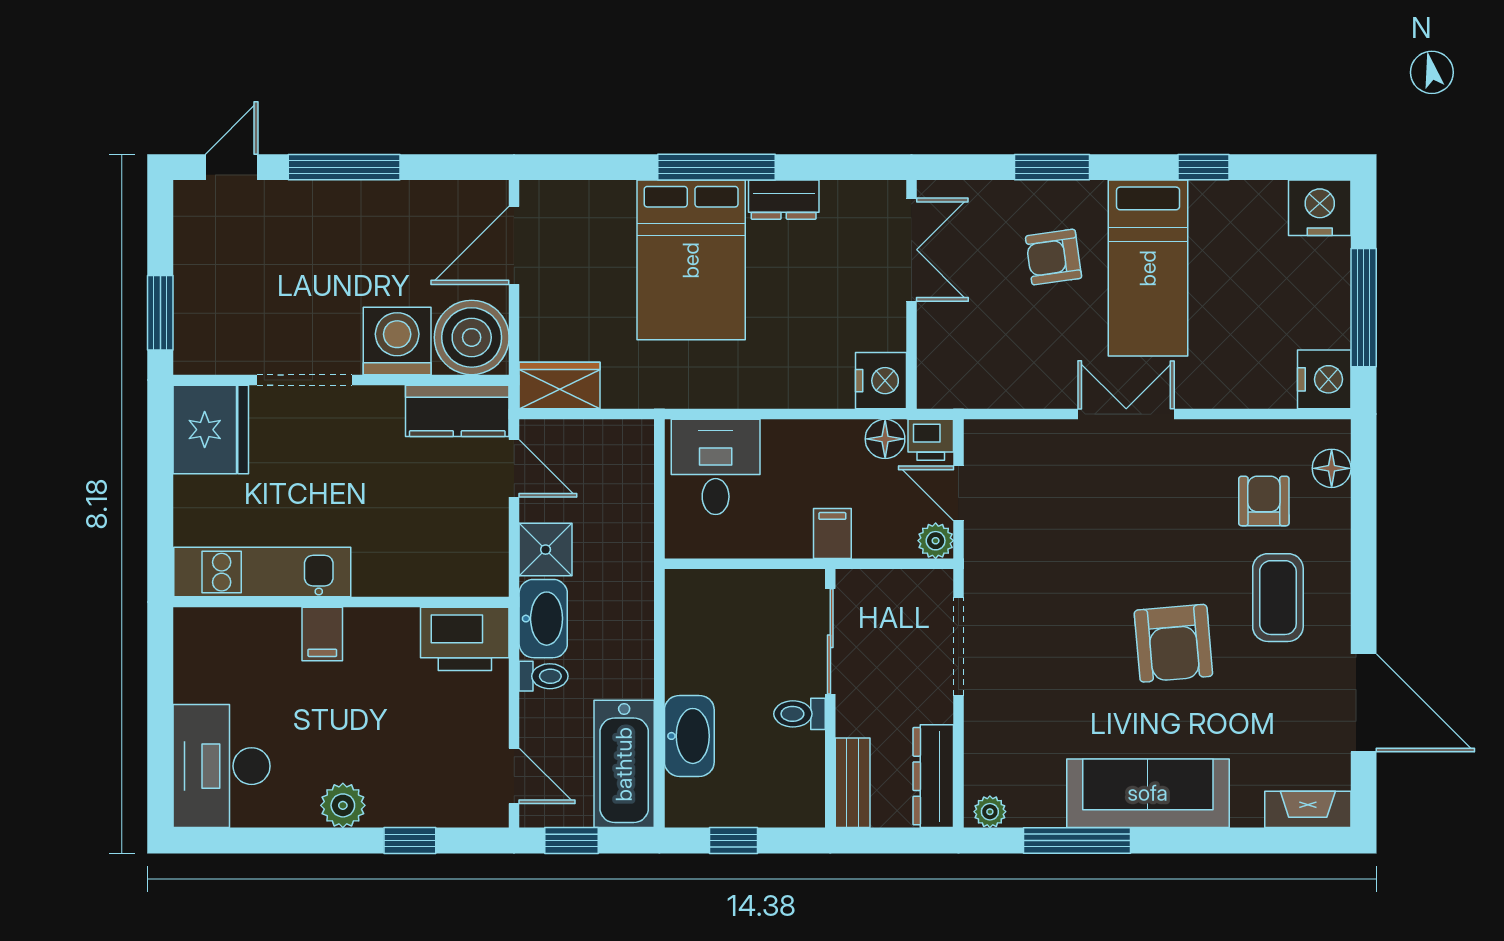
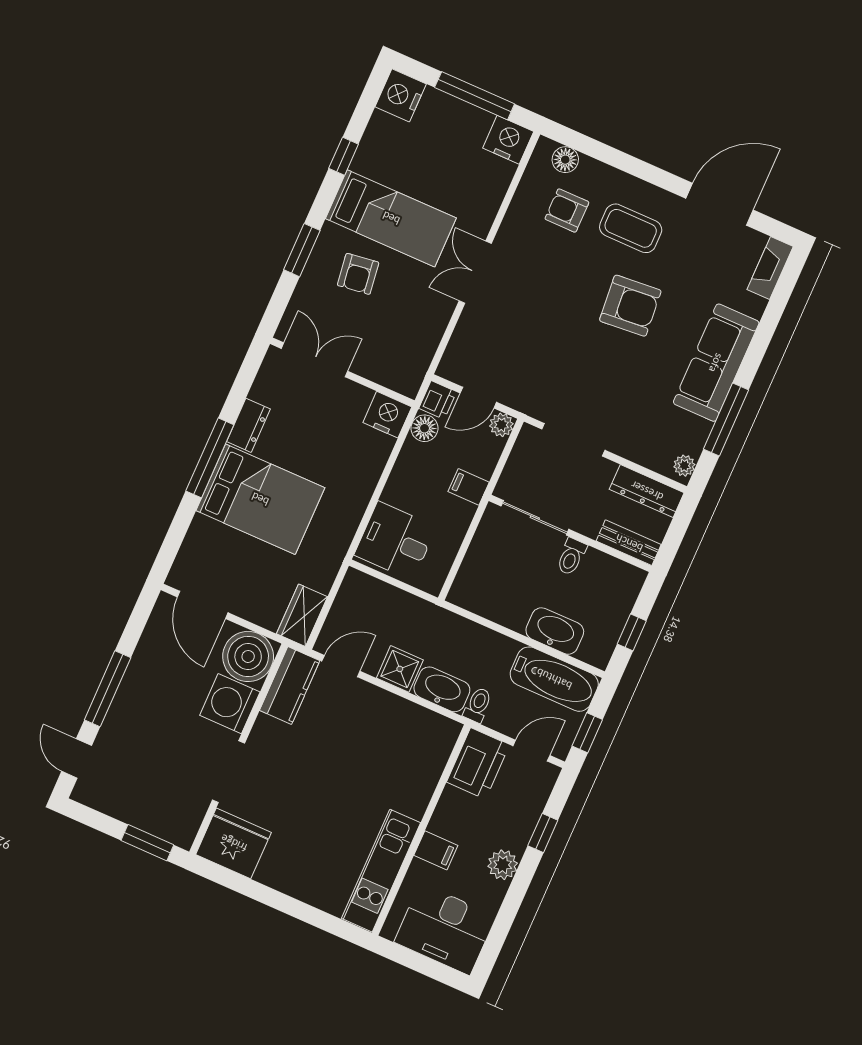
kitchen unit: (262, 572) -> (381, 871), moved
wall: (341, 602) -> (421, 830), moved
filing cabinet: (322, 634) -> (436, 850), moved
printer: (465, 639) -> (478, 763), moved

